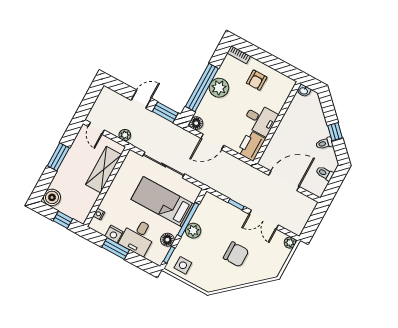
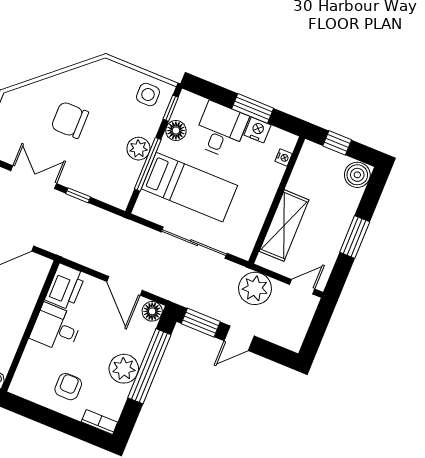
door: (96, 128) -> (302, 287), hinge flipped
plant: (125, 135) -> (255, 288), width x1.88, depth x1.88
door: (212, 142) -> (124, 286), swing flipped

